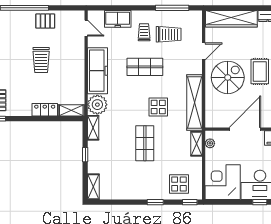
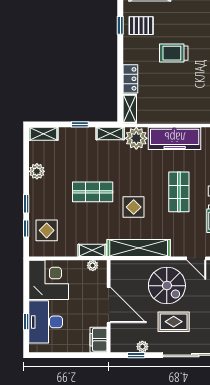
trolley: (41, 60) -> (174, 53), moved
plant: (127, 193) -> (37, 171), added
window: (190, 202) -> (26, 229), moved

